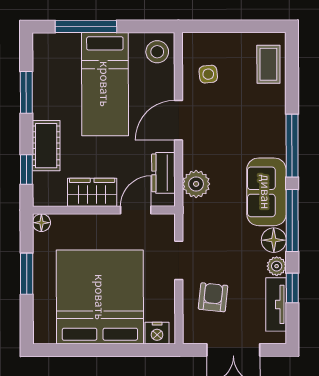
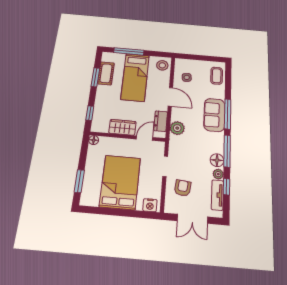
door: (178, 120) -> (170, 97), swing flipped
cot: (46, 146) -> (106, 73), moved
sofa: (266, 192) -> (214, 115), moved
window: (27, 274) -> (79, 181), moved
bed: (100, 297) -> (120, 182), width x0.73

